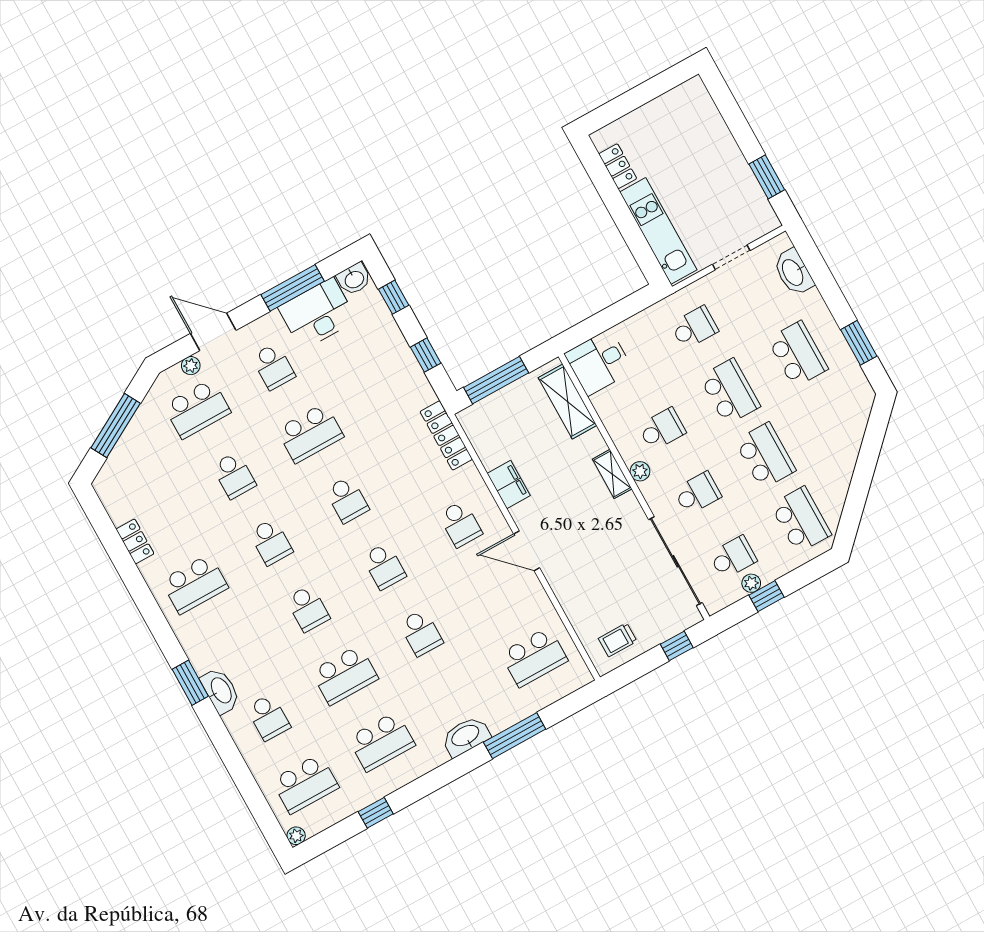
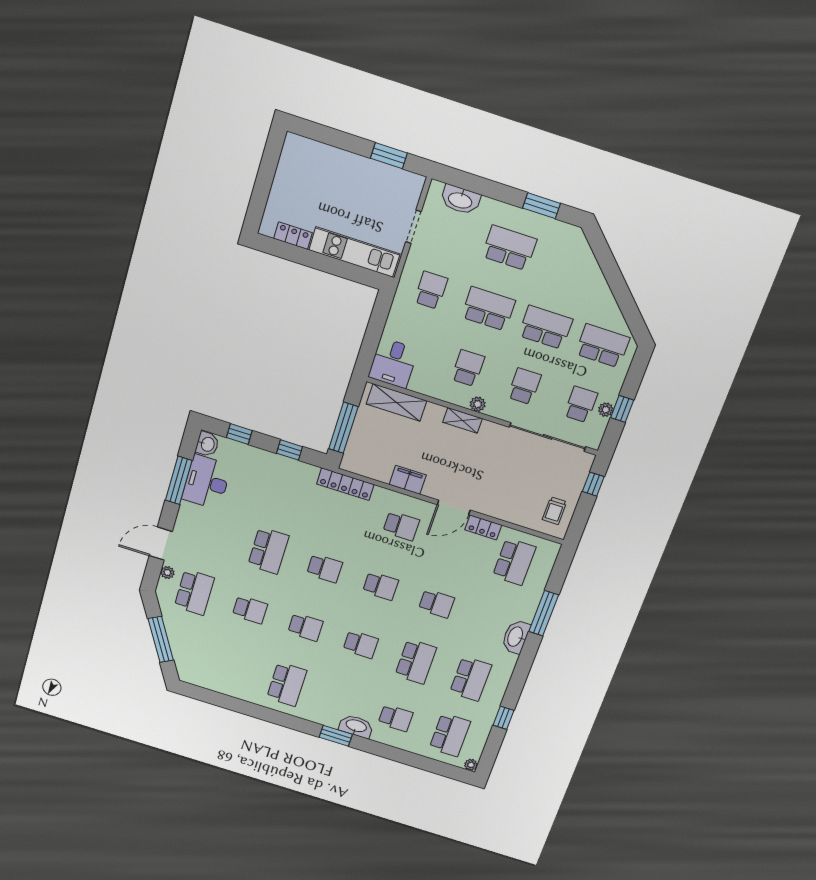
school desk: (273, 366) -> (212, 533), removed
locker: (135, 541) -> (483, 527), moved, turned 180

